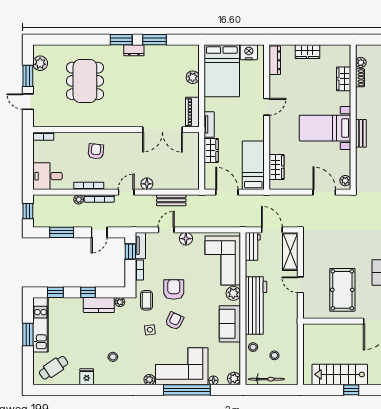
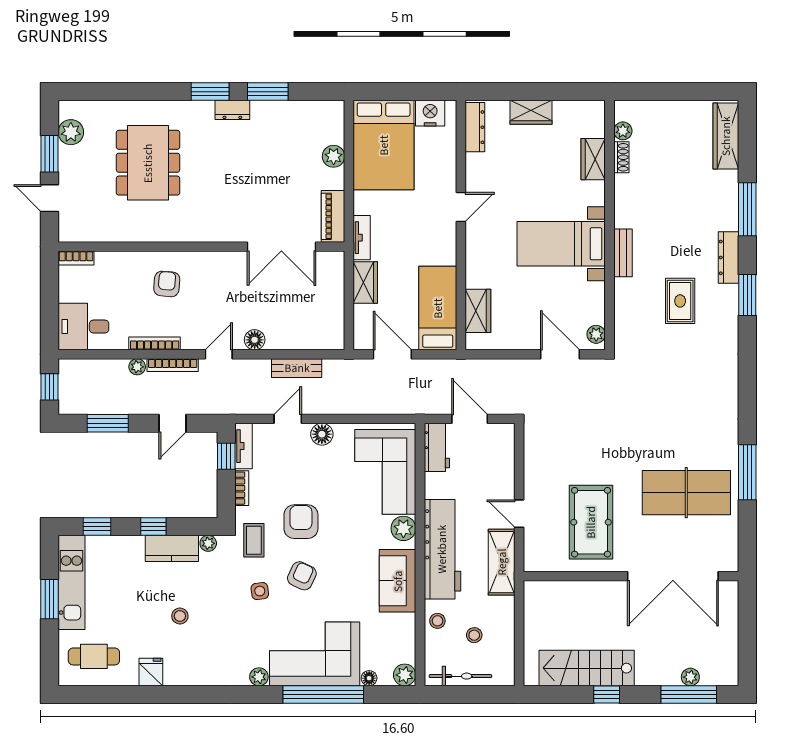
shelving: (290, 251) -> (502, 562), moved
stool: (113, 357) -> (180, 616), moved
cafe table: (54, 368) -> (94, 656), turned 34

